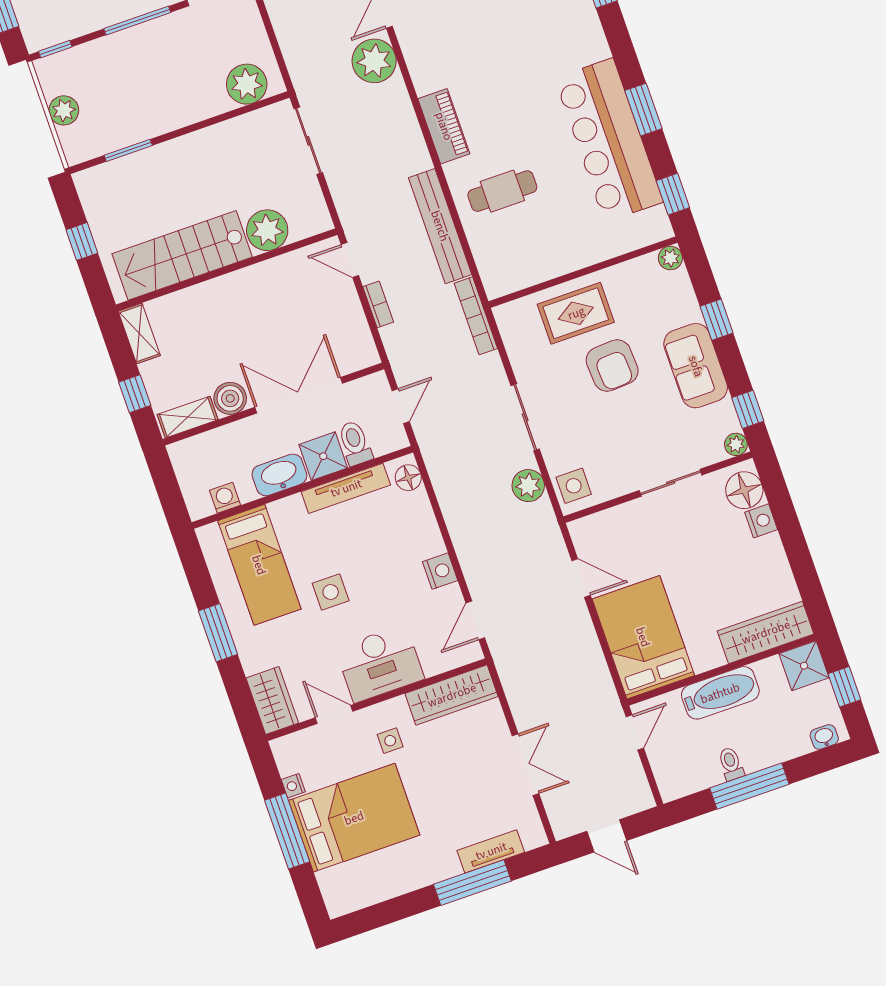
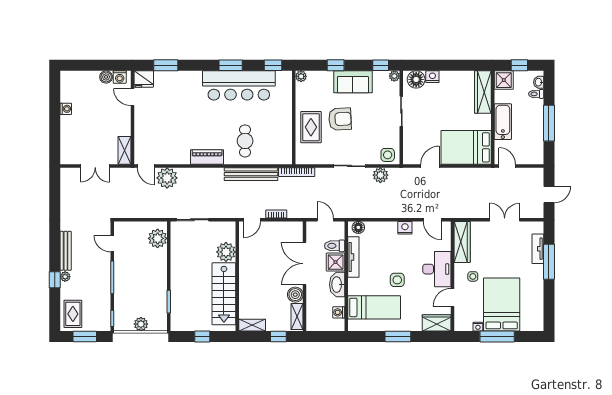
toilet: (731, 764) -> (536, 94), moved

